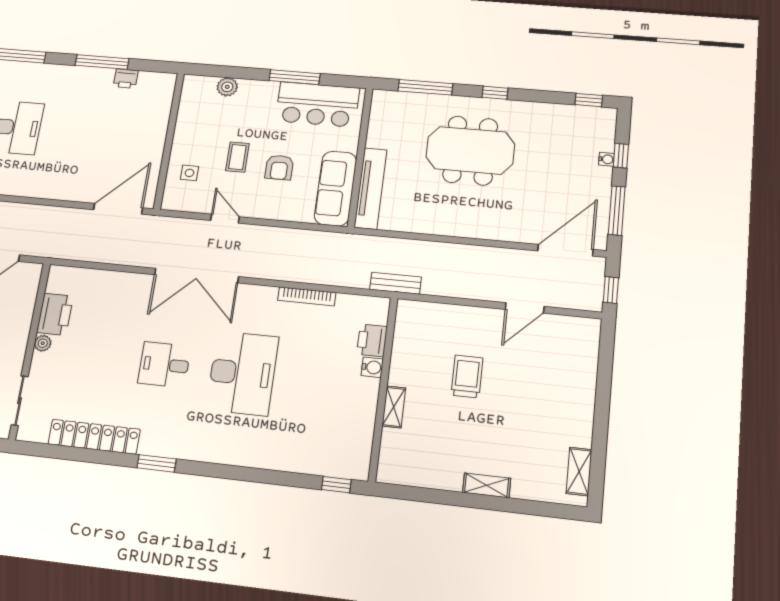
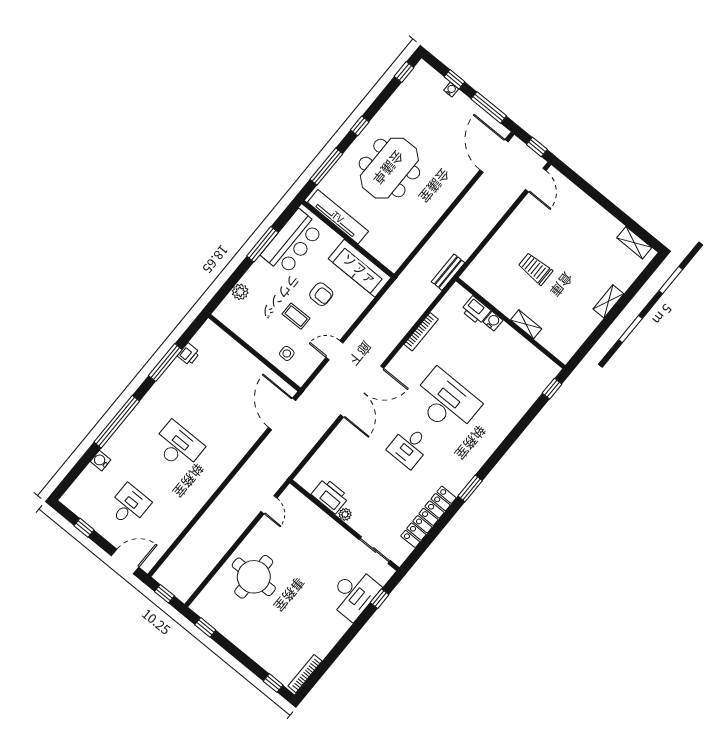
tv unit: (371, 188) -> (338, 217), moved
door: (525, 308) -> (536, 180), moved

